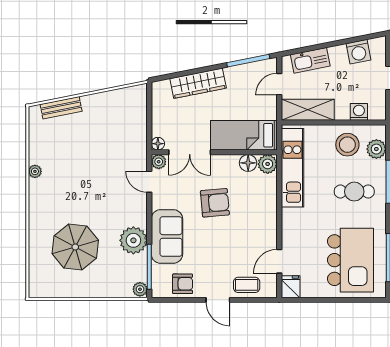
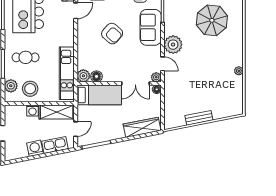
washing machine: (358, 52) -> (35, 148), moved
wardrobe: (198, 83) -> (142, 127), moved
bench: (61, 108) -> (199, 118), moved
washing machine: (359, 112) -> (32, 111), moved
double door: (190, 152) -> (135, 84), swing flipped
armchair: (215, 203) -> (112, 34), moved, turned -134
plant: (133, 240) -> (173, 45), moved

